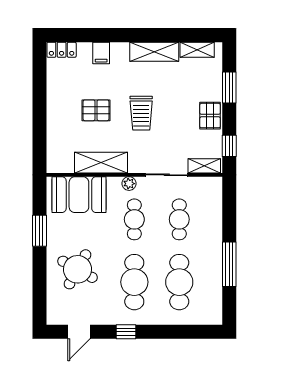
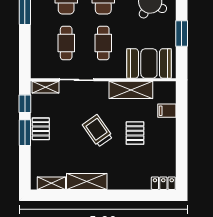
filing cabinet: (101, 53) -> (167, 111), moved, turned -90
window: (229, 88) -> (25, 133), moved
pallet: (96, 110) -> (135, 133), turned 90
trolley: (141, 113) -> (98, 131), turned -35
plant: (129, 184) -> (108, 73), removed

